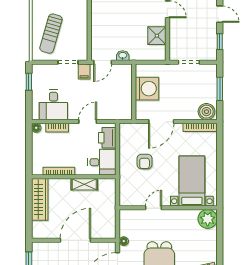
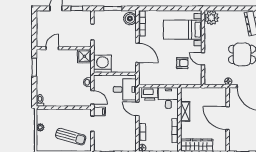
shower: (157, 36) -> (84, 56), moved
washing machine: (147, 89) -> (102, 64), moved
desk: (53, 105) -> (125, 89), moved
armchair: (145, 162) -> (182, 63), moved

